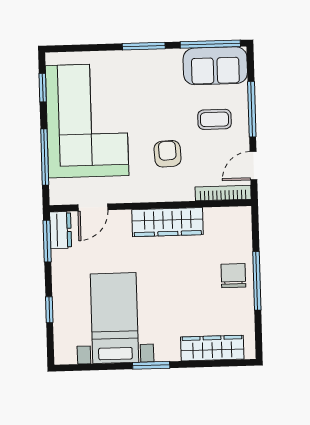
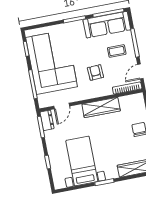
sofa: (215, 66) -> (107, 25), width x1.36

